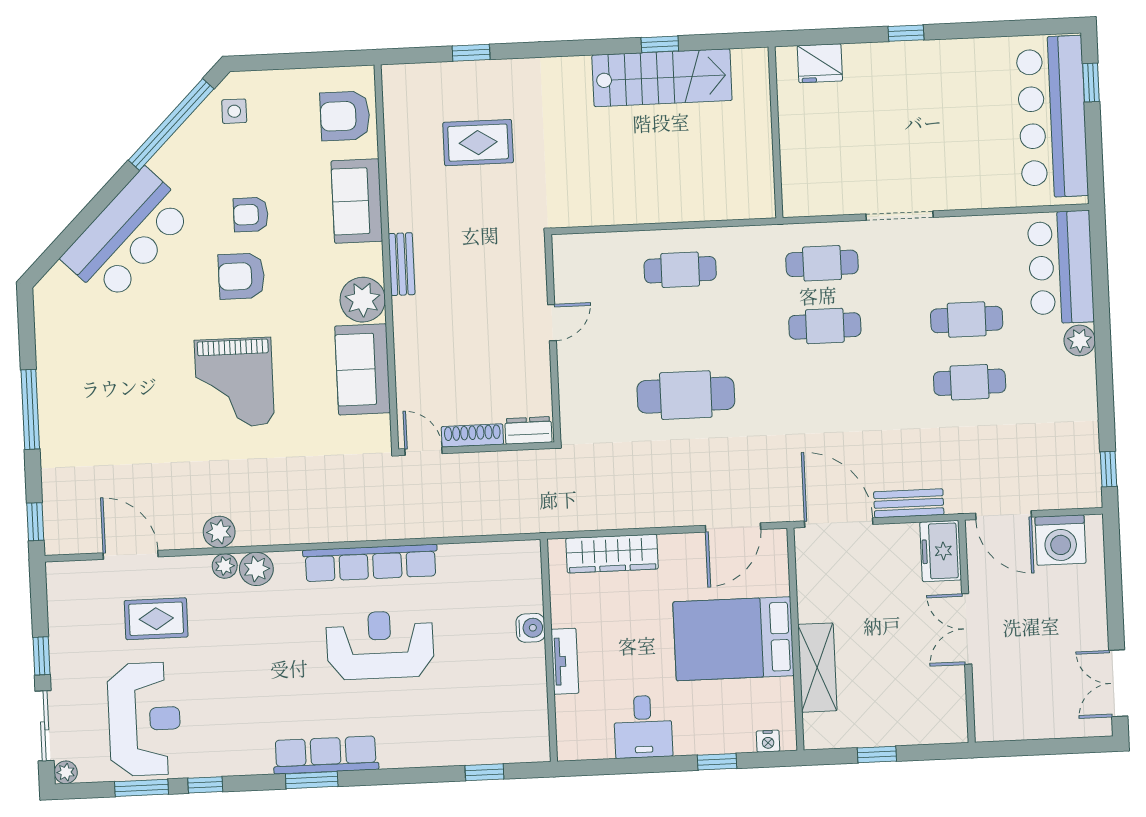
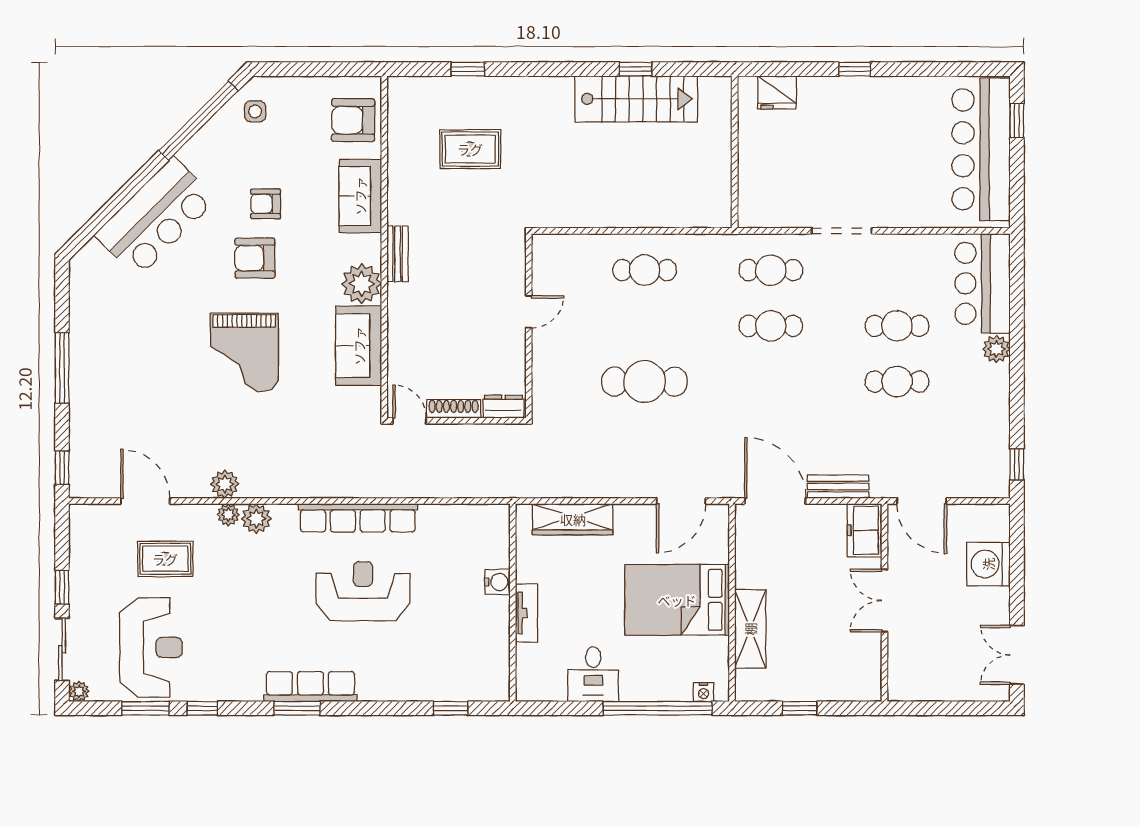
washing machine: (1060, 540) -> (988, 564), moved, turned 90
window: (717, 762) -> (657, 708), width x3.17

